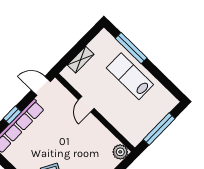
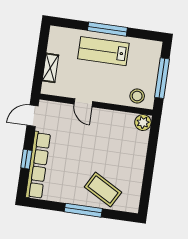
window: (131, 48) -> (107, 29), moved
stool: (131, 129) -> (137, 96), added

